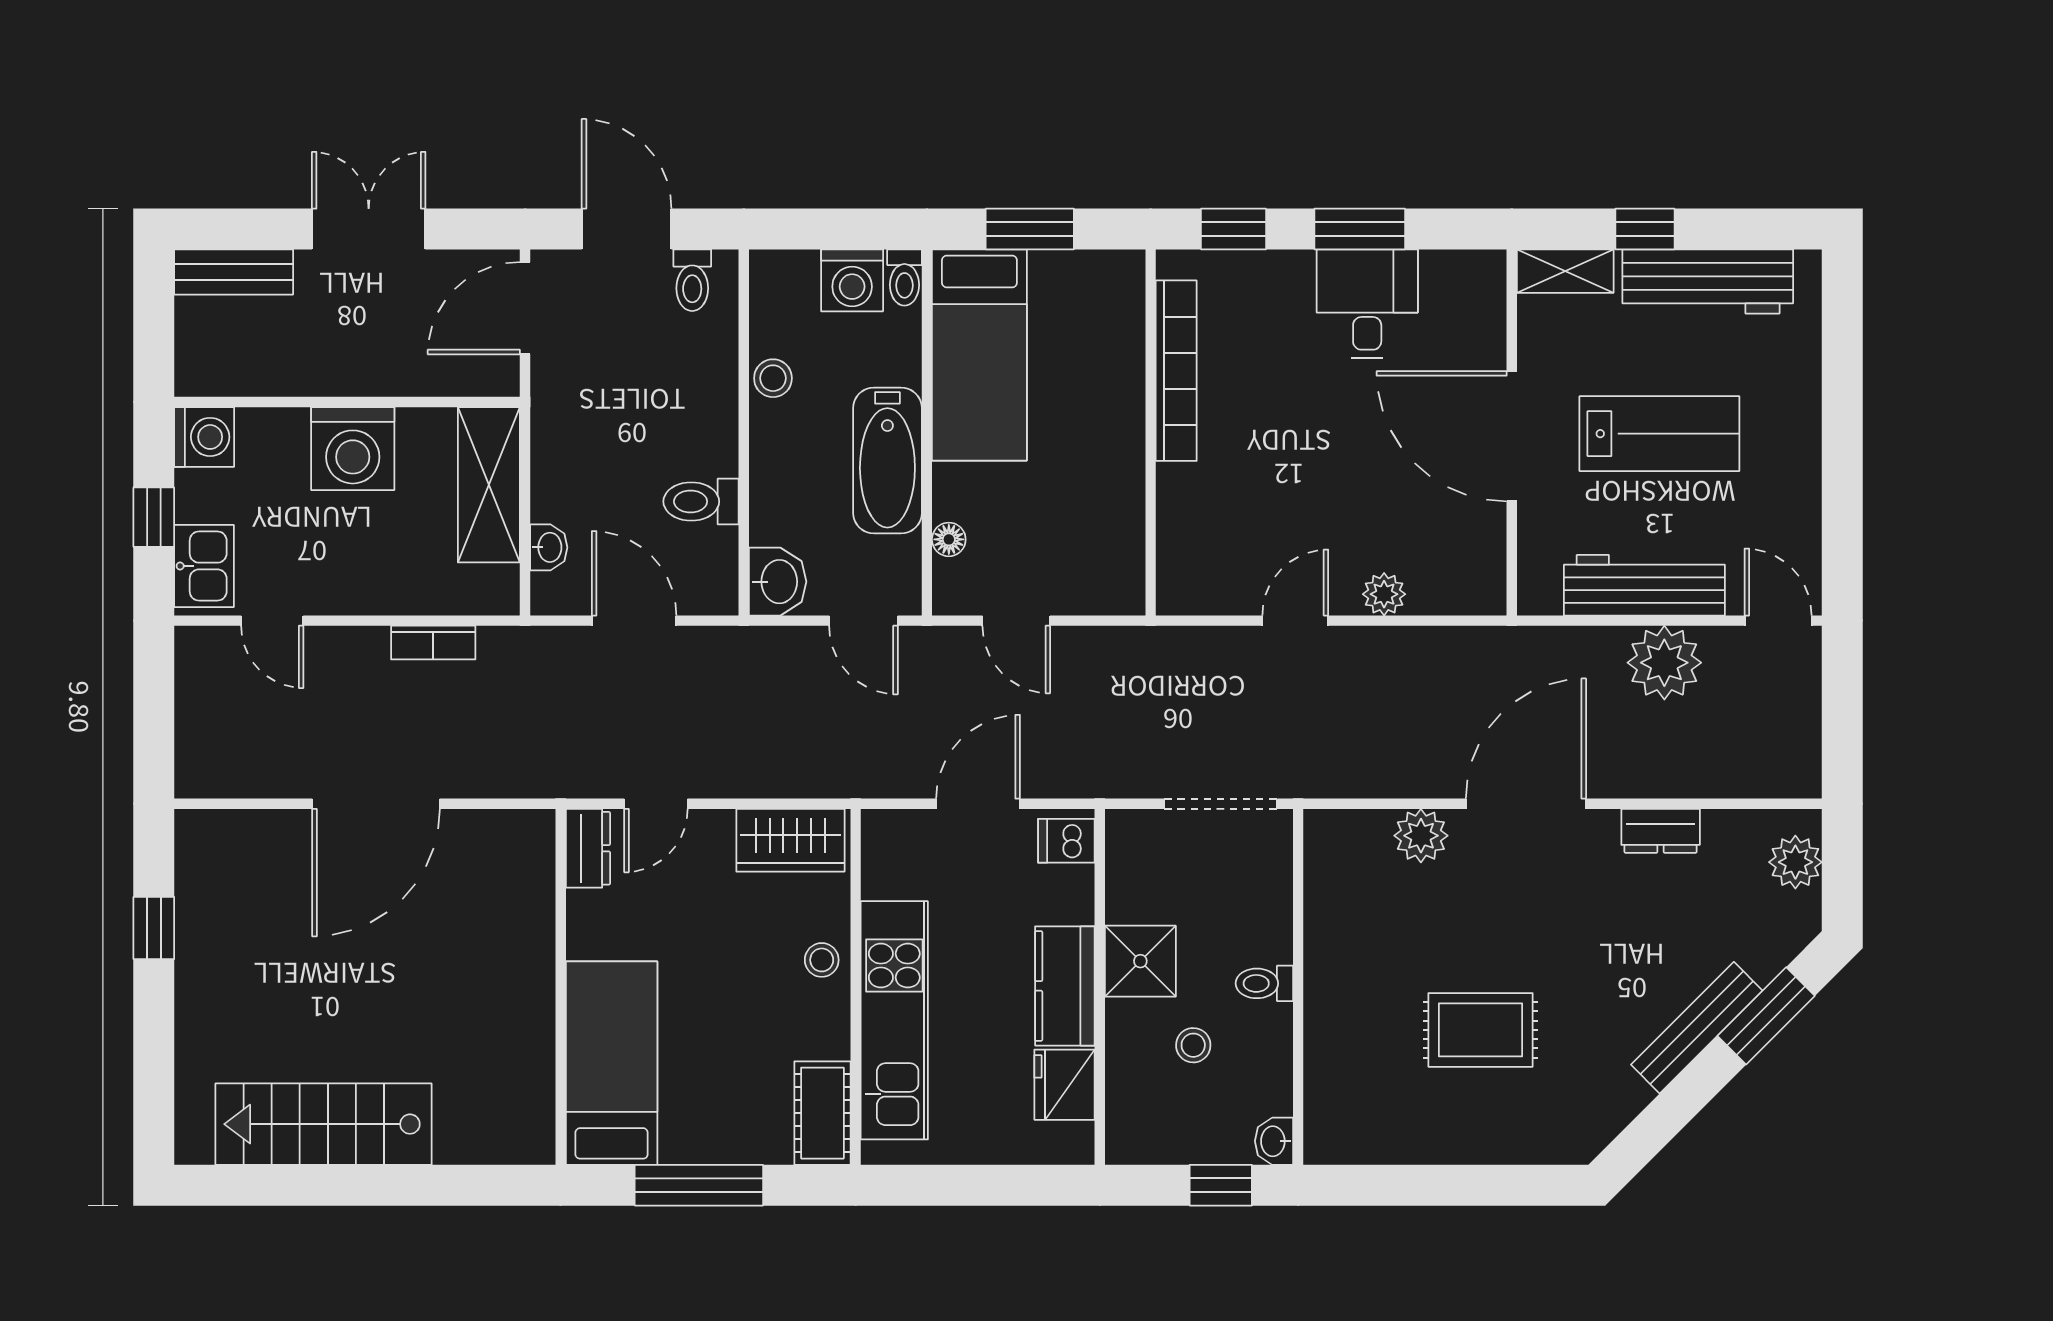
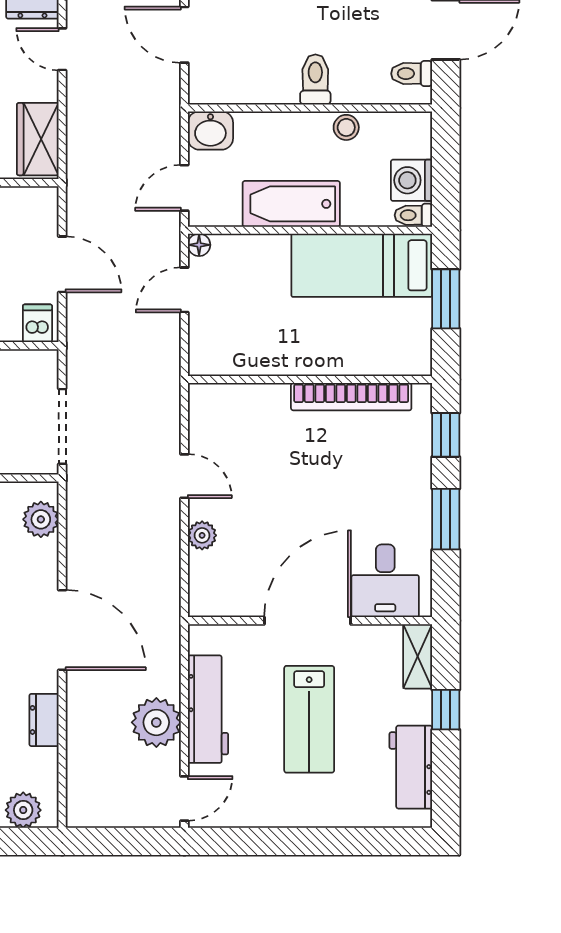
workbench: (1708, 281) -> (411, 767), width x0.73
desk: (1367, 304) -> (385, 581), moved, turned 90
toilet: (701, 502) -> (315, 79), moved
floor lamp: (949, 539) -> (199, 245), moved
door: (634, 621) -> (184, 35), swing flipped
plant: (1421, 836) -> (41, 519), moved

